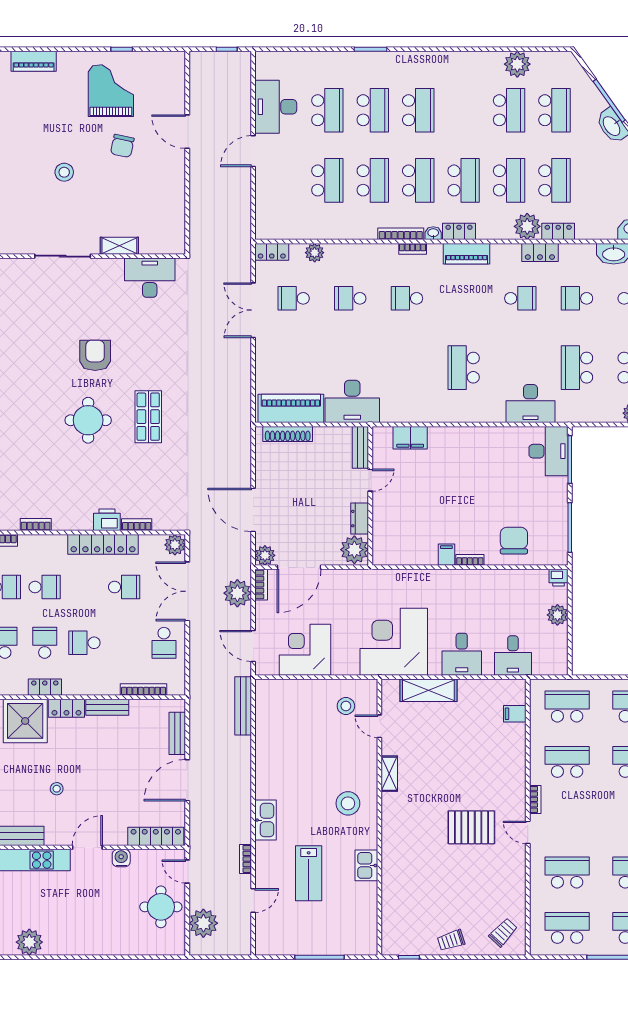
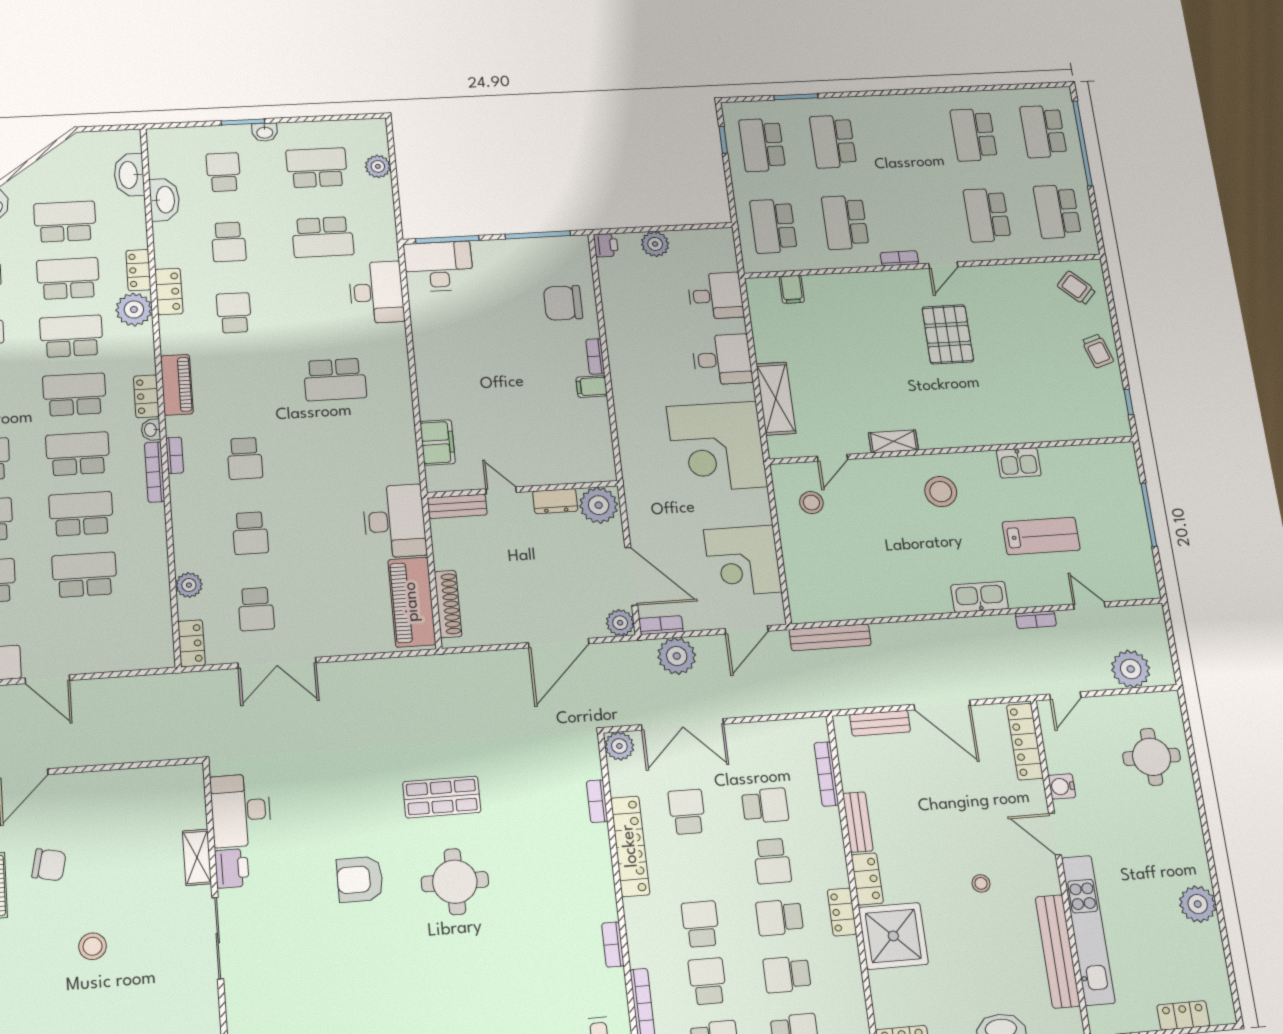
school desk: (600, 180) -> (65, 222), added
printer: (107, 520) -> (232, 868), moved, turned 180
school desk: (164, 643) -> (765, 806), moved
round table: (161, 907) -> (1152, 757), moved

